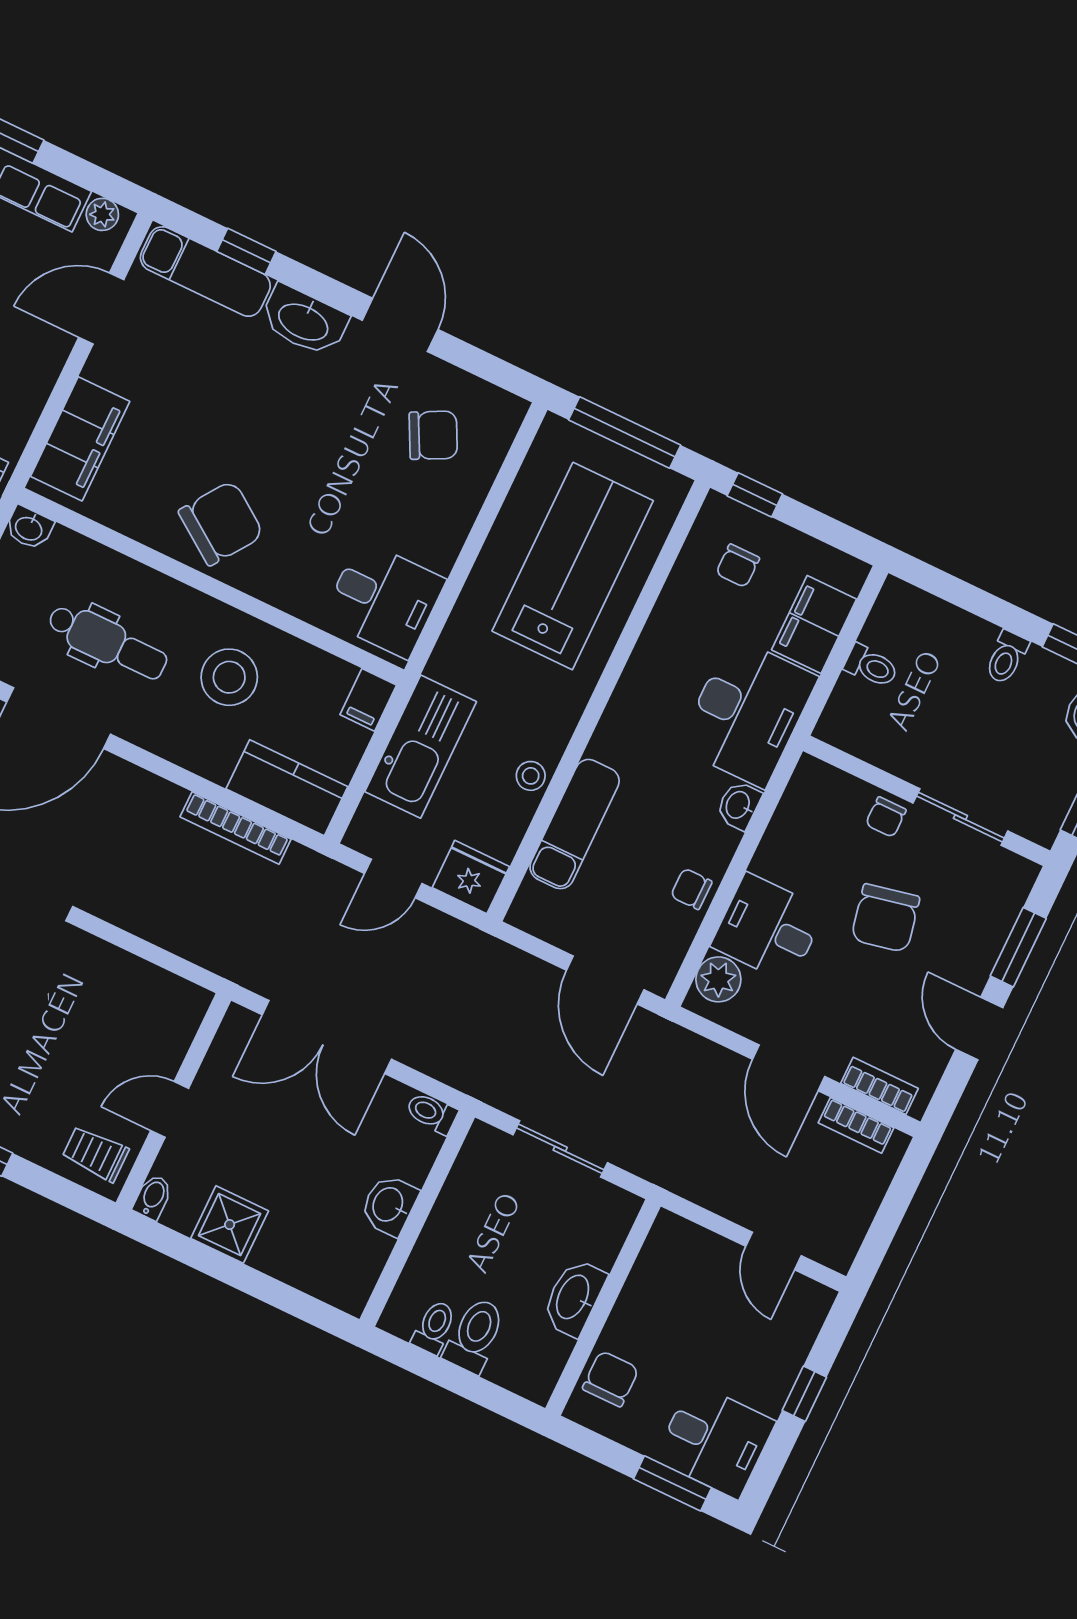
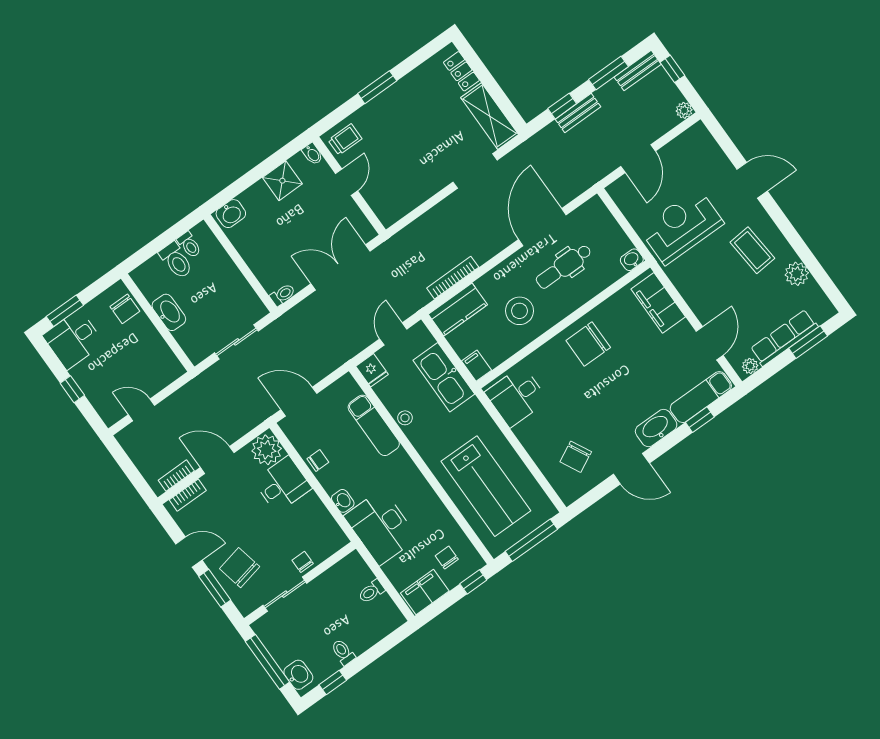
chair: (221, 523) -> (588, 344), turned 55
filing cabinet: (814, 624) -> (425, 592), moved, turned -90
fridge: (471, 877) -> (372, 370), width x0.72
chair: (885, 918) -> (240, 568), moved
plant: (718, 979) -> (267, 450), width x1.36, depth x1.36
washbasin: (389, 1205) -> (231, 214), moved, turned 90

